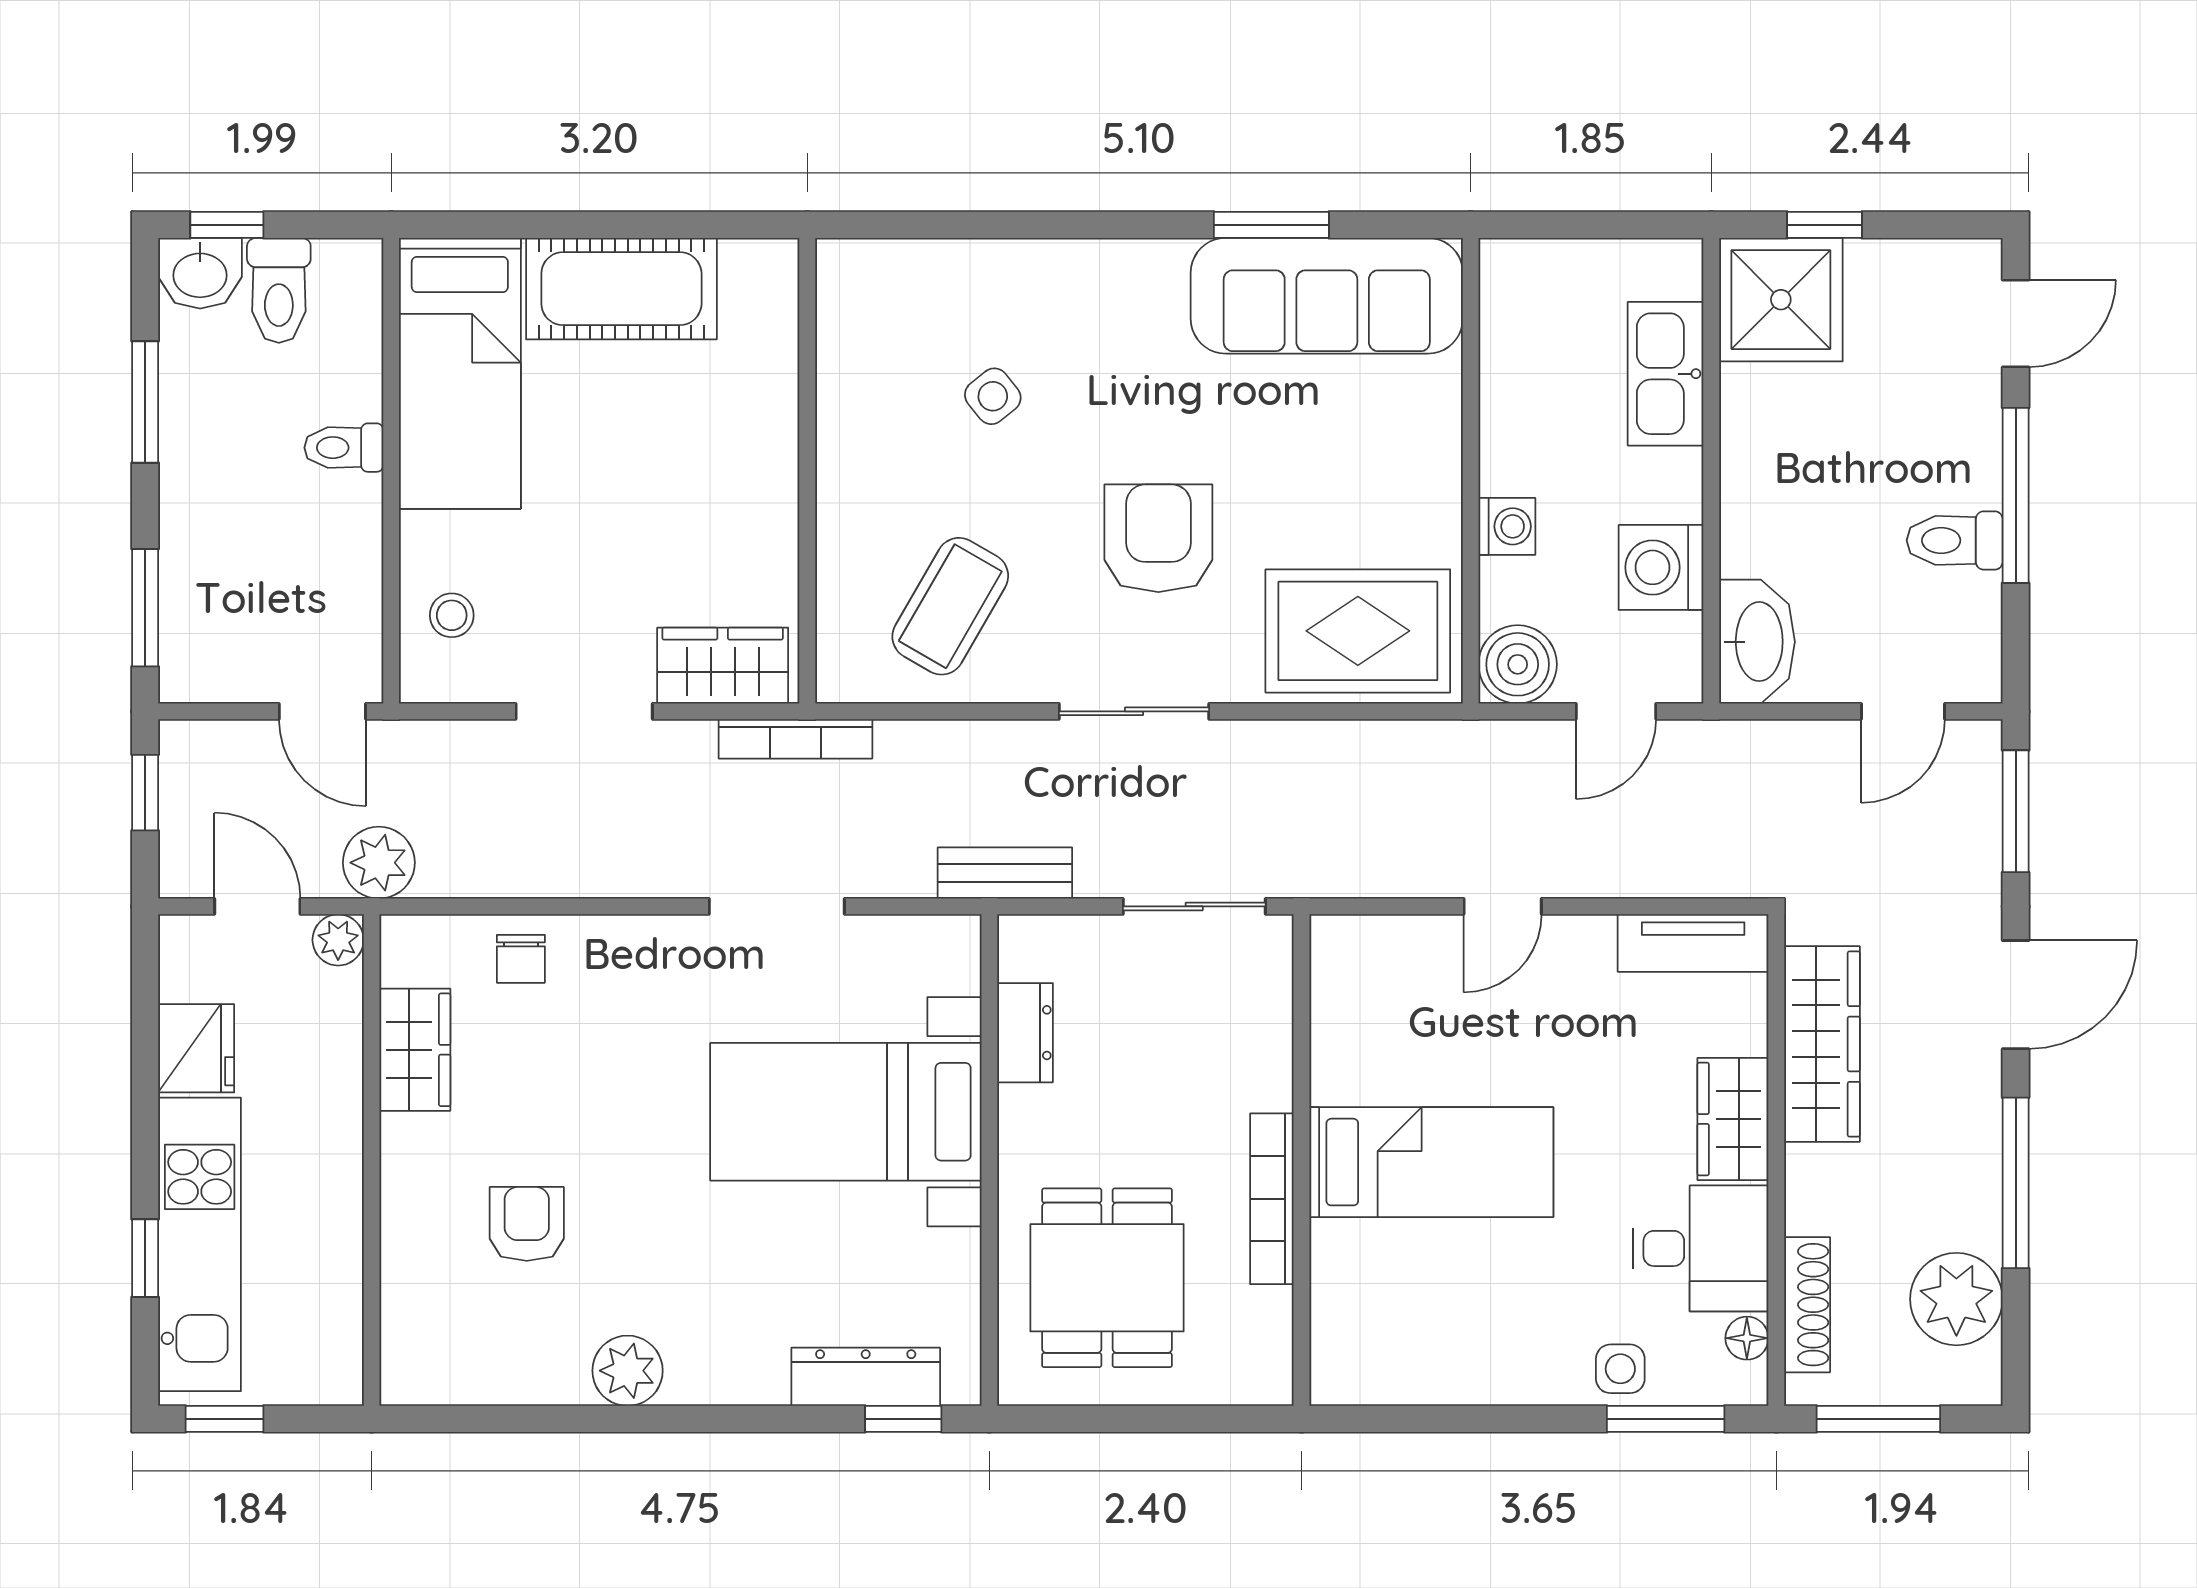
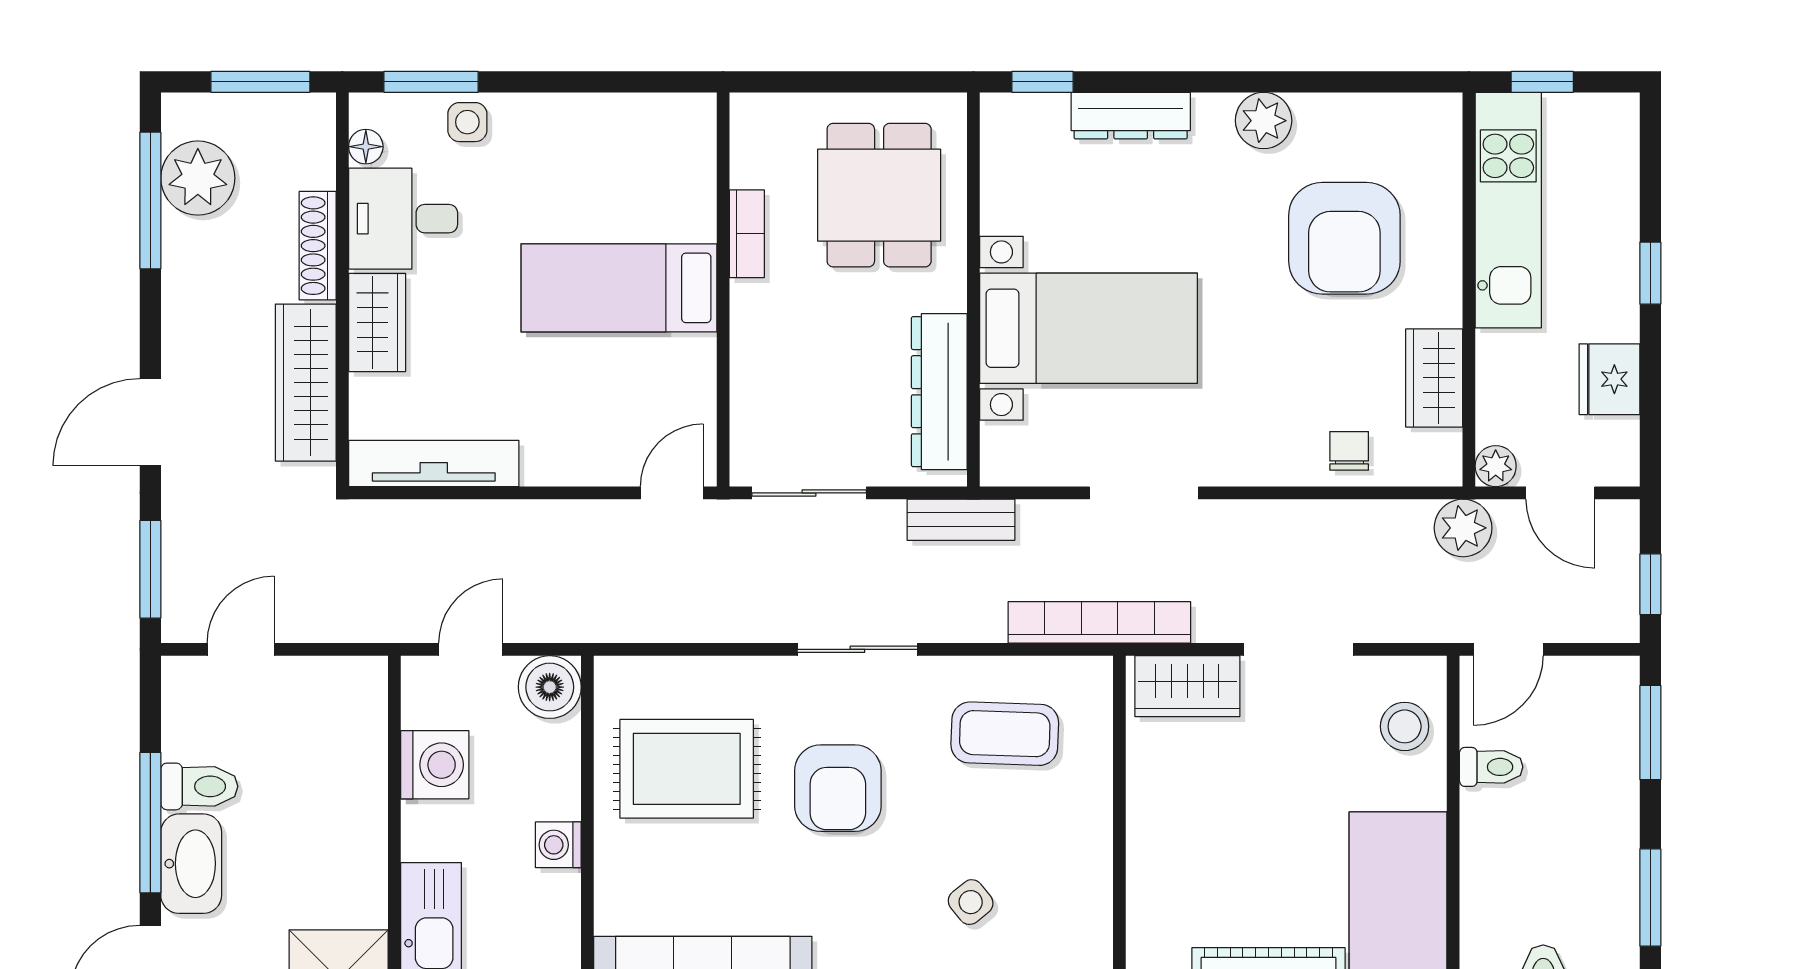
toilet: (344, 448) -> (1491, 767), moved
washing machine: (1507, 526) -> (558, 845), moved
coffee table: (950, 606) -> (1005, 734), turned 62
stool: (452, 615) -> (1405, 726), width x1.37, depth x1.37
rug: (1358, 631) -> (687, 769), moved
washbasin: (1757, 642) -> (191, 864), moved, turned 180
door: (322, 711) -> (1508, 649), swing flipped
bookcase: (795, 739) -> (1099, 622), width x1.48, depth x1.31
door: (1503, 906) -> (672, 493), moved
tv unit: (1693, 943) -> (434, 464), width x1.41
dresser: (1025, 1033) -> (939, 392), width x1.96, depth x1.24
window: (2016, 1183) -> (150, 201), moved
bookcase: (1272, 1199) -> (747, 234), width x0.64
armchair: (527, 1224) -> (1344, 238), width x1.88, depth x1.88
kitchen unit: (200, 1244) -> (1508, 210), moved, turned 180
window: (145, 1258) -> (1650, 273), moved
shoe rack: (1807, 1305) -> (318, 246), moved
dresser: (866, 1377) -> (1131, 116), moved
window: (225, 1419) -> (1542, 82), moved

